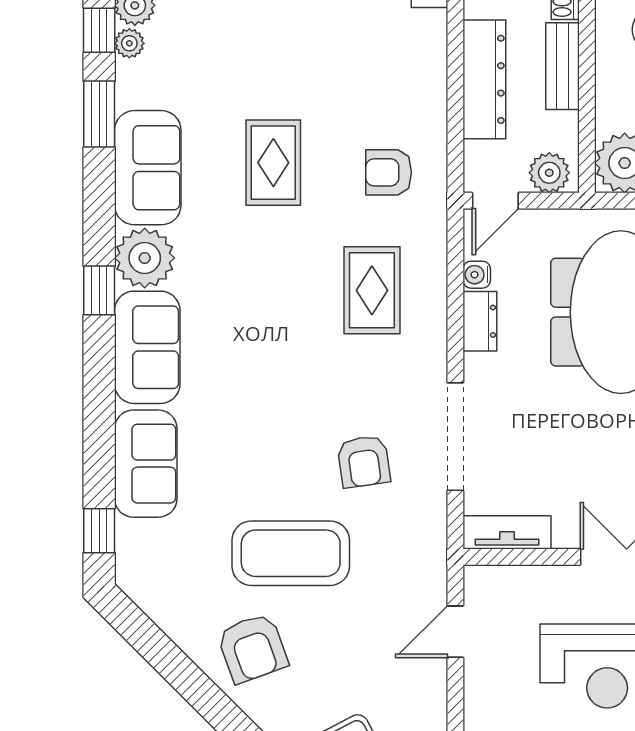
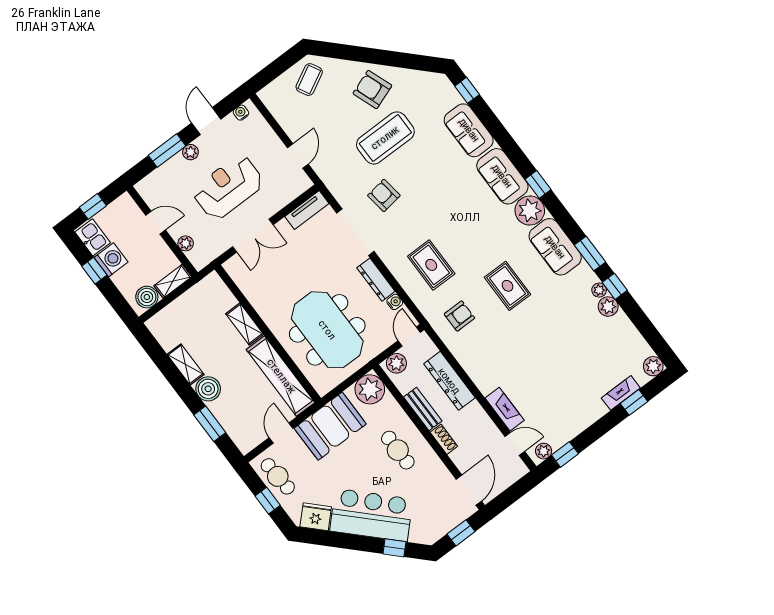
dresser: (480, 321) -> (376, 280), width x1.44

